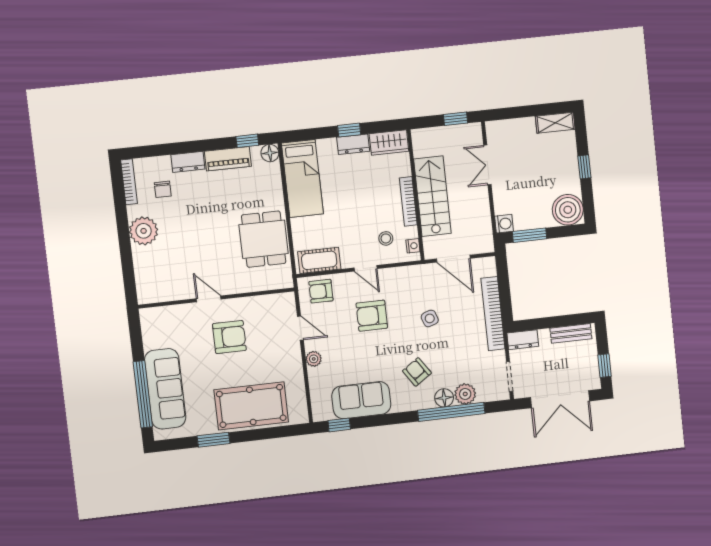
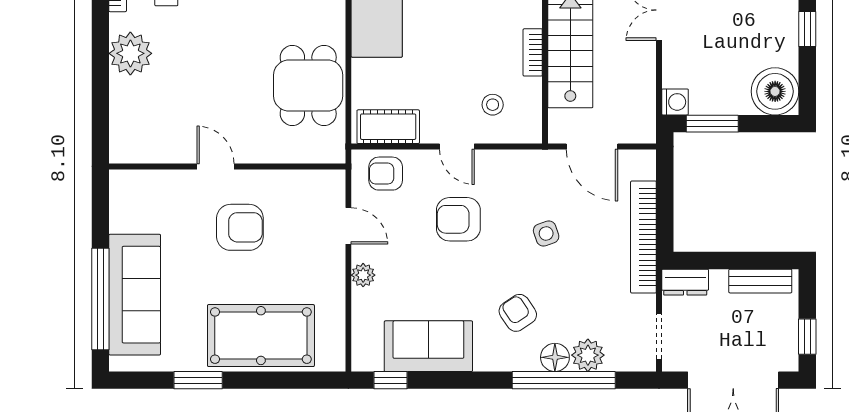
bookcase: (408, 201) -> (533, 52), width x0.64
nightstand: (413, 246) -> (532, 120), removed

